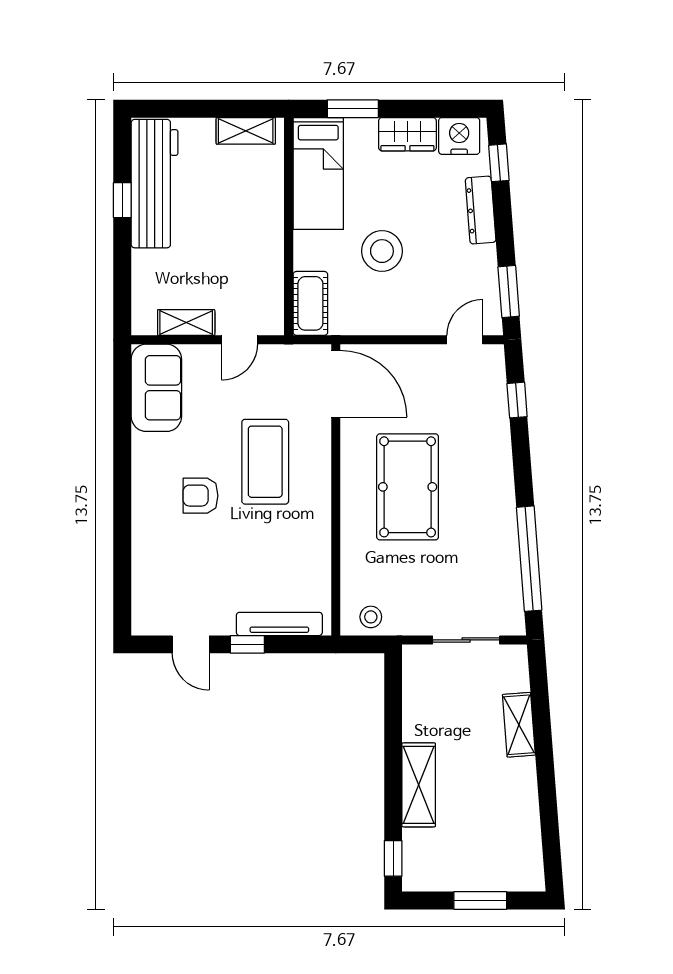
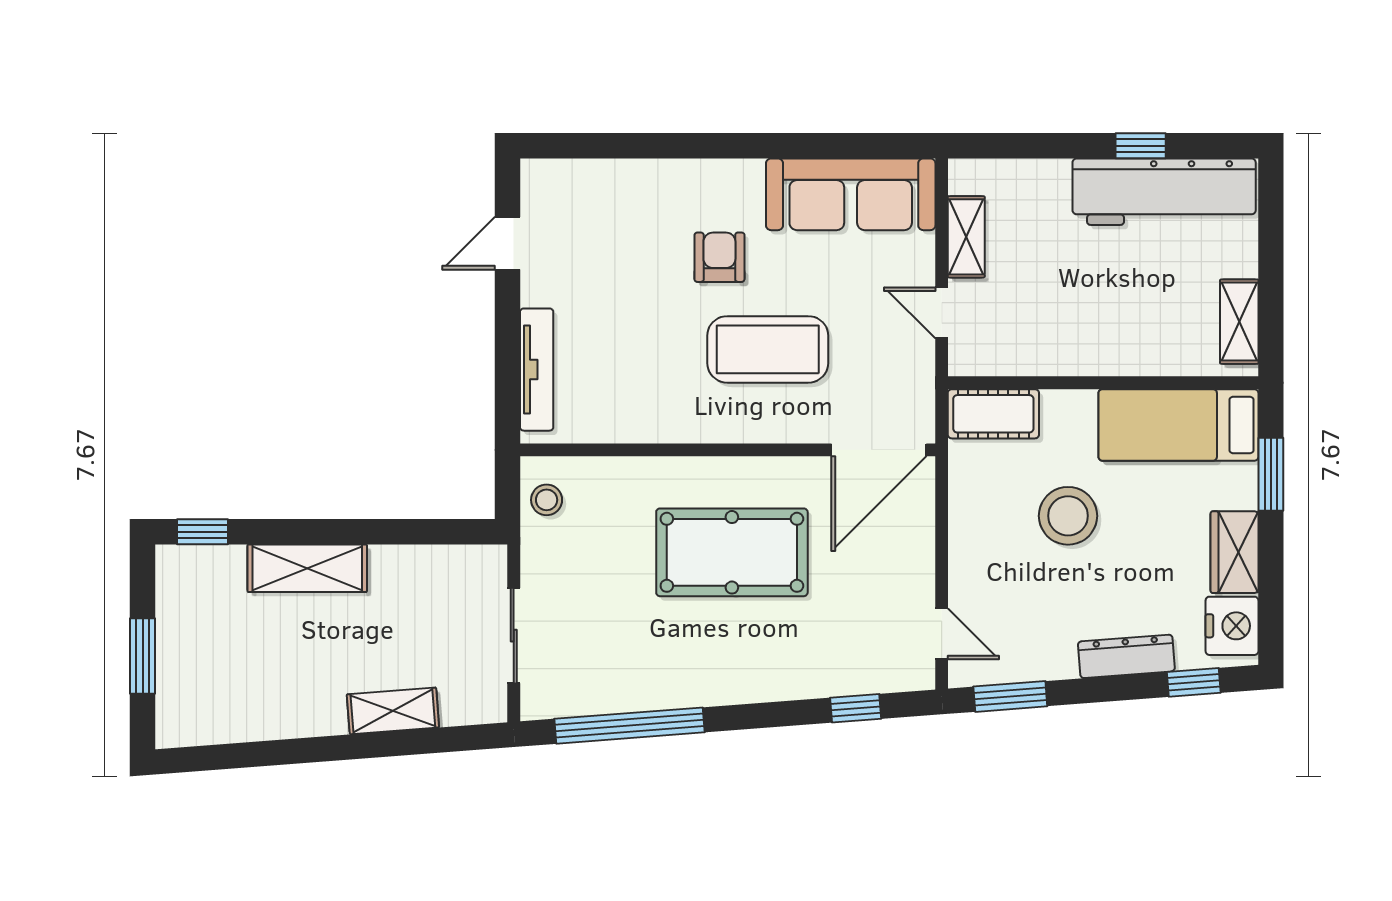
sofa: (156, 388) -> (851, 194), width x1.36
window: (247, 644) -> (507, 324), removed

